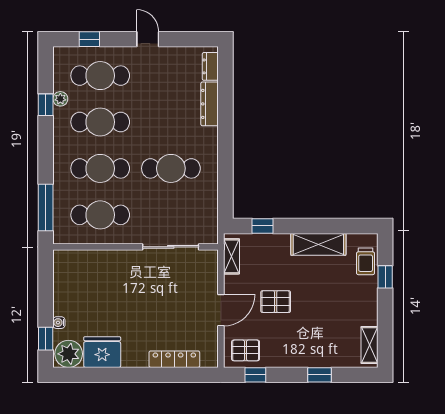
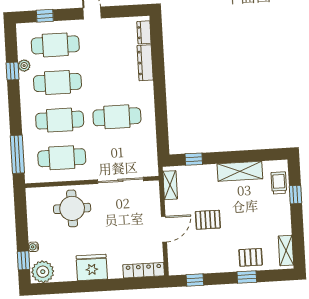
trolley: (366, 261) -> (279, 183), turned 180
round table: (109, 278) -> (72, 208), added
pallet: (246, 350) -> (251, 257), moved
fridge: (102, 352) -> (92, 267), moved
locker: (174, 359) -> (144, 270), moved

